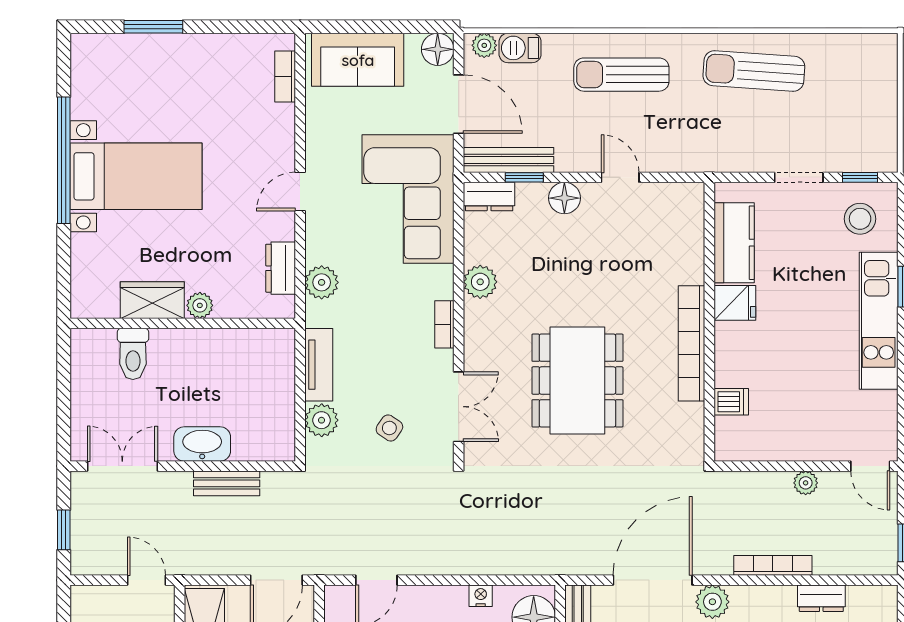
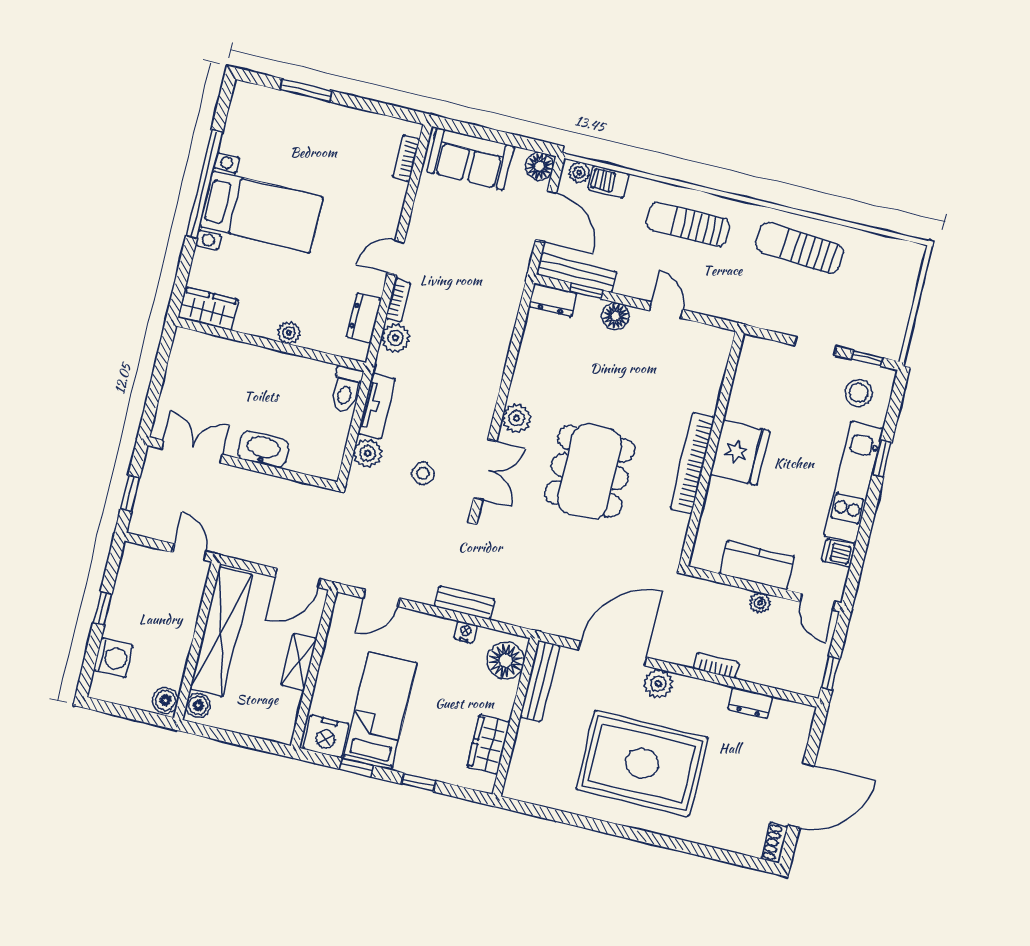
corner sofa: (408, 199) -> (484, 286), removed
kitchen counter: (734, 243) -> (757, 565), moved, turned -90
plant: (480, 282) -> (516, 418), moved
wardrobe: (152, 300) -> (208, 309), moved
fridge: (735, 303) -> (740, 452), width x1.88, depth x1.34
bookcase: (444, 324) -> (398, 301), moved, turned 180
toilet: (133, 354) -> (346, 389), moved
dishwasher: (731, 402) -> (839, 553), moved, turned 180
bench: (227, 483) -> (465, 603), moved
bookcase: (773, 565) -> (716, 665), width x0.64

